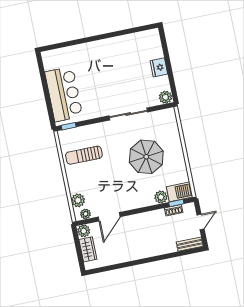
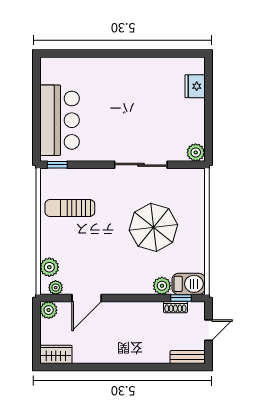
fridge: (159, 67) -> (195, 86), moved
wardrobe: (88, 249) -> (56, 354), moved, turned -90

